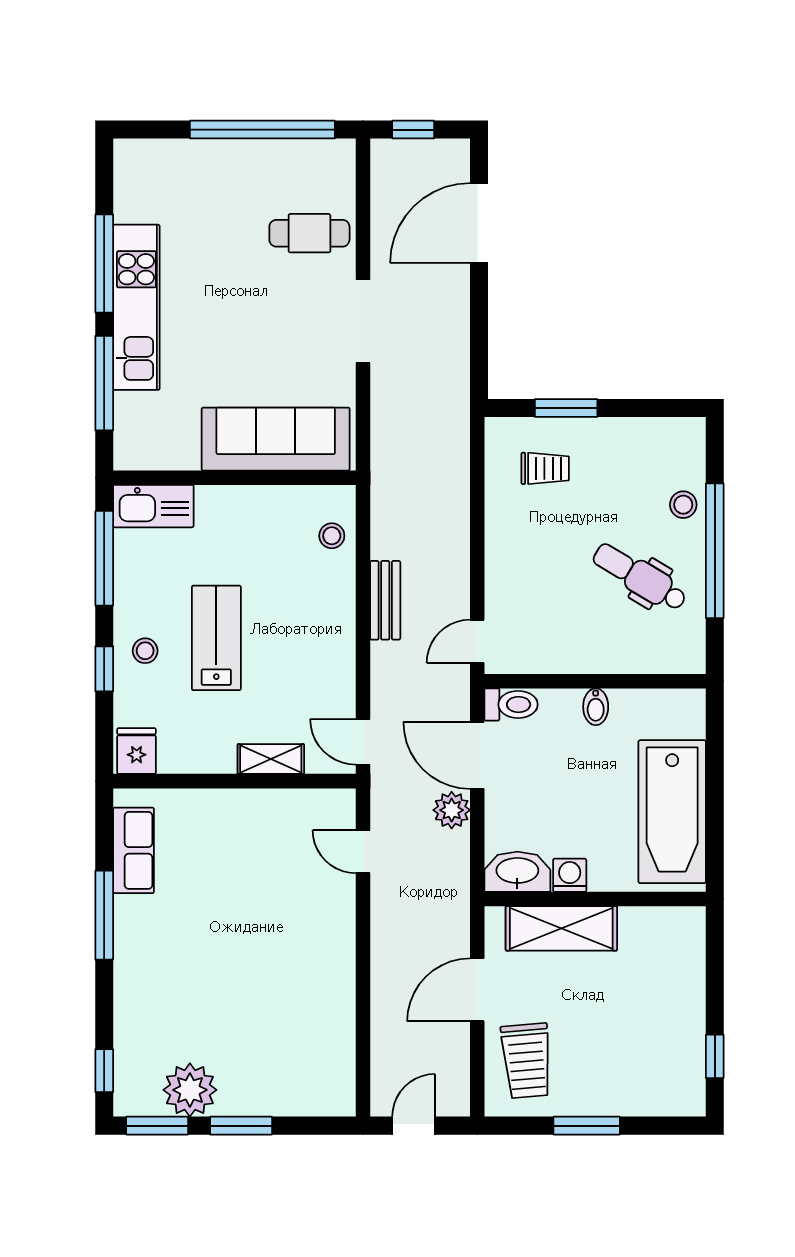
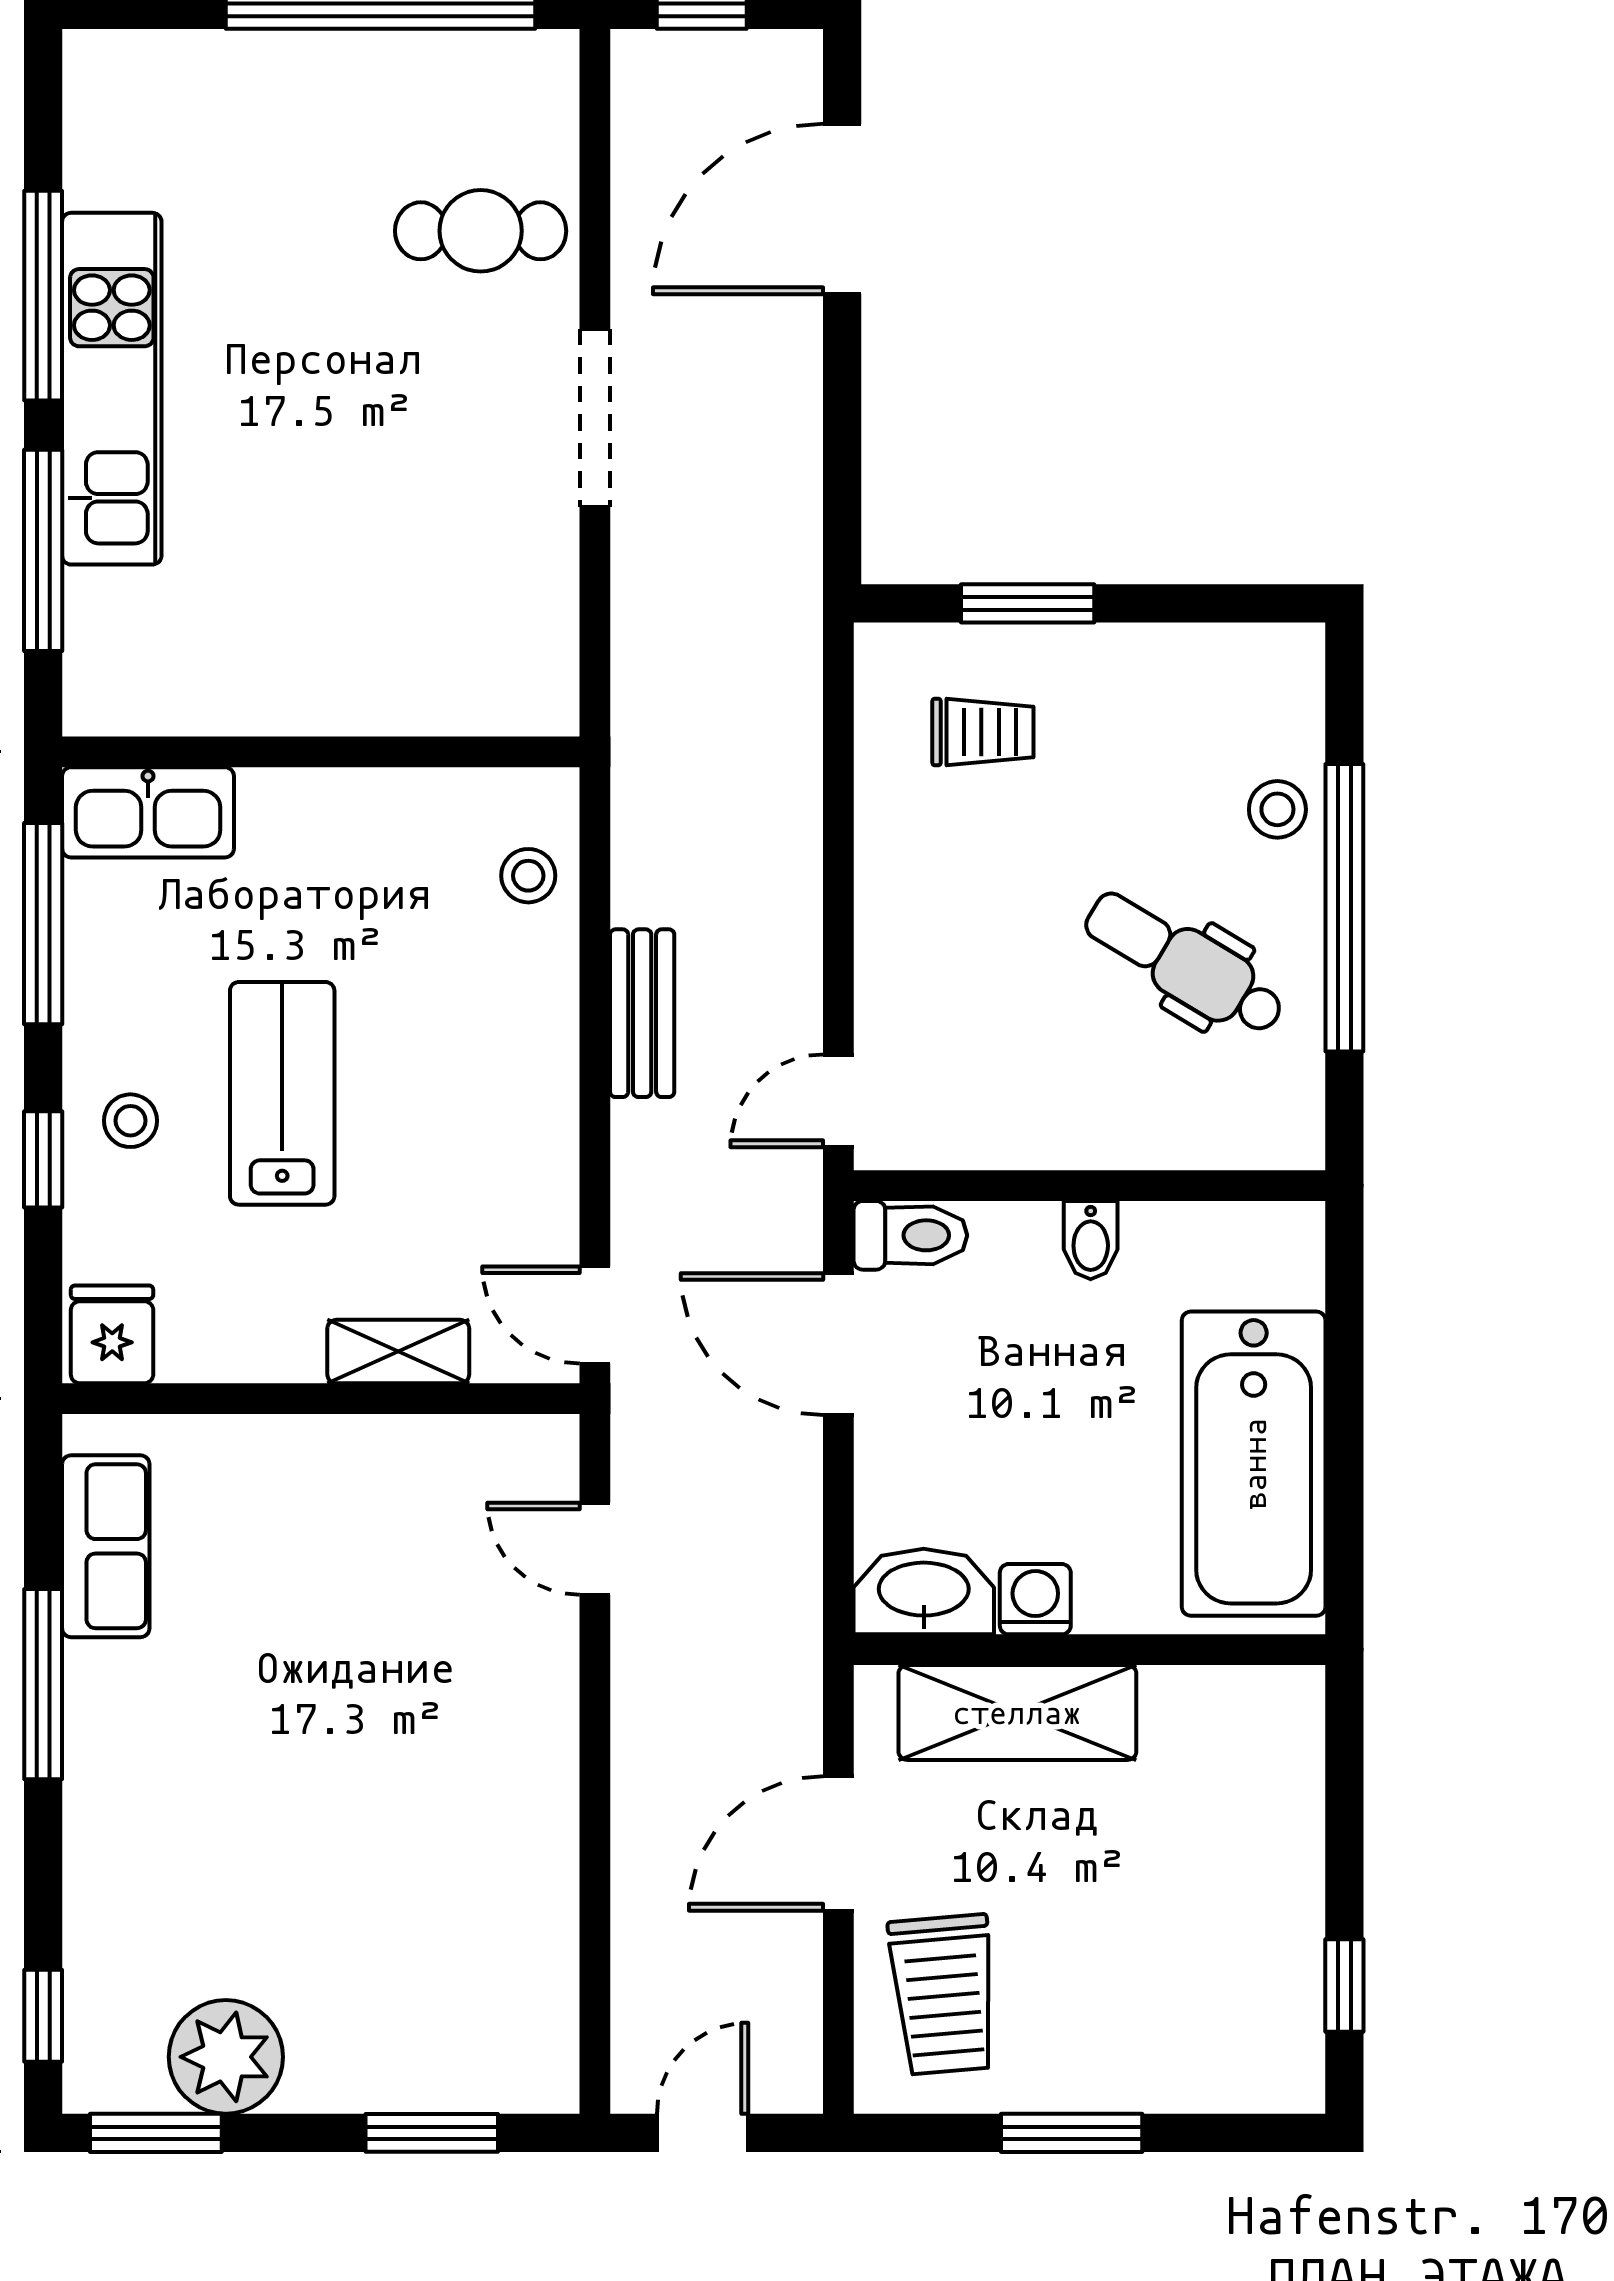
sofa: (276, 439) -> (409, 670), removed
plant: (452, 810) -> (784, 1460), removed
window: (241, 1126) -> (432, 2133), moved

